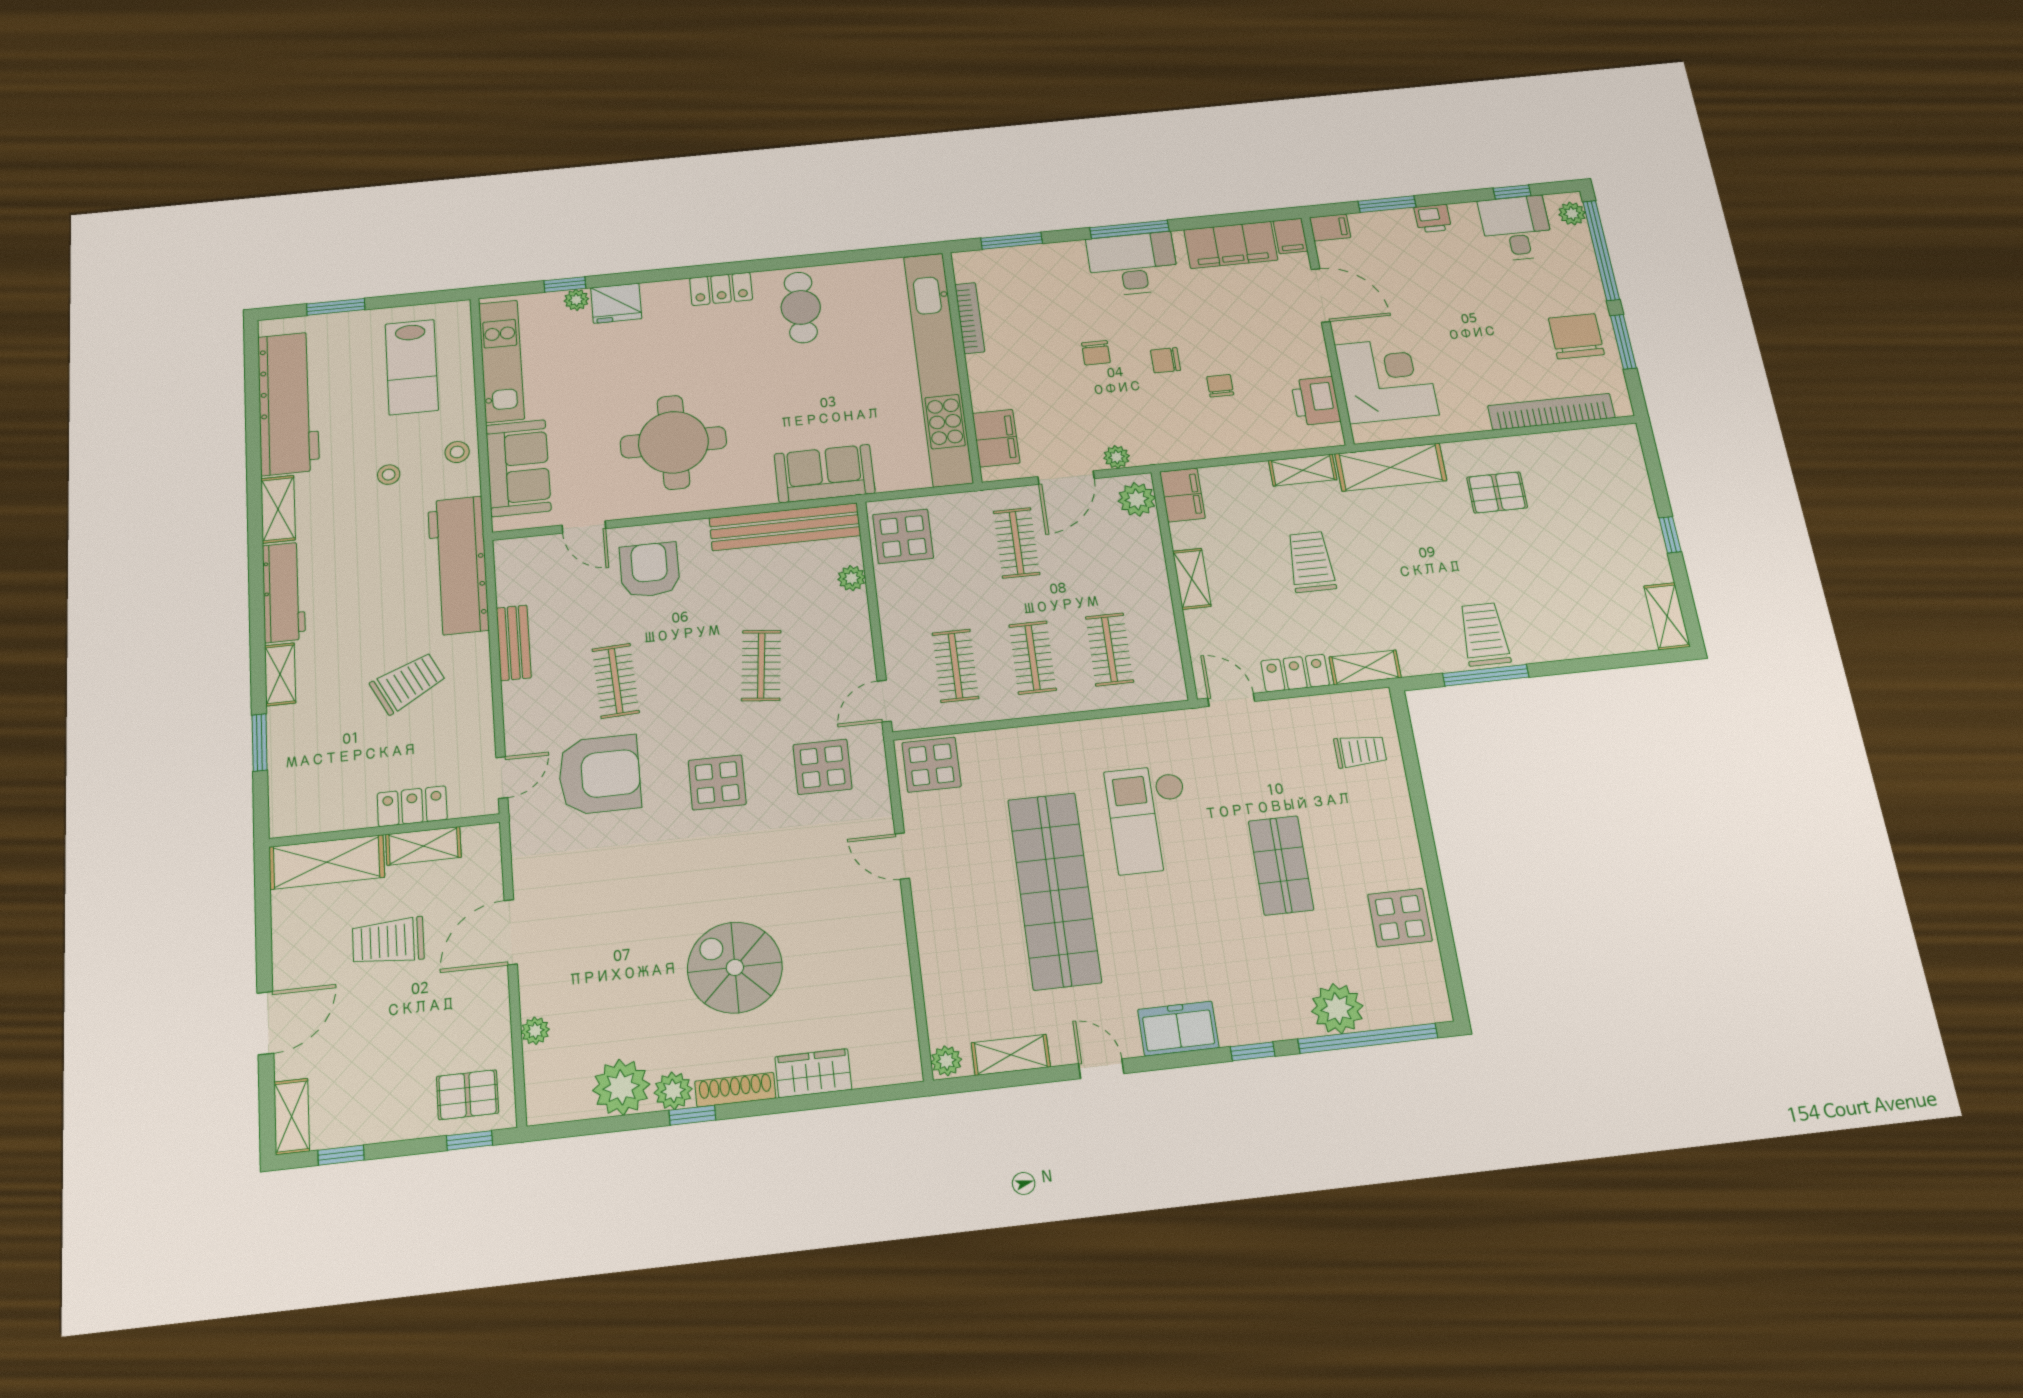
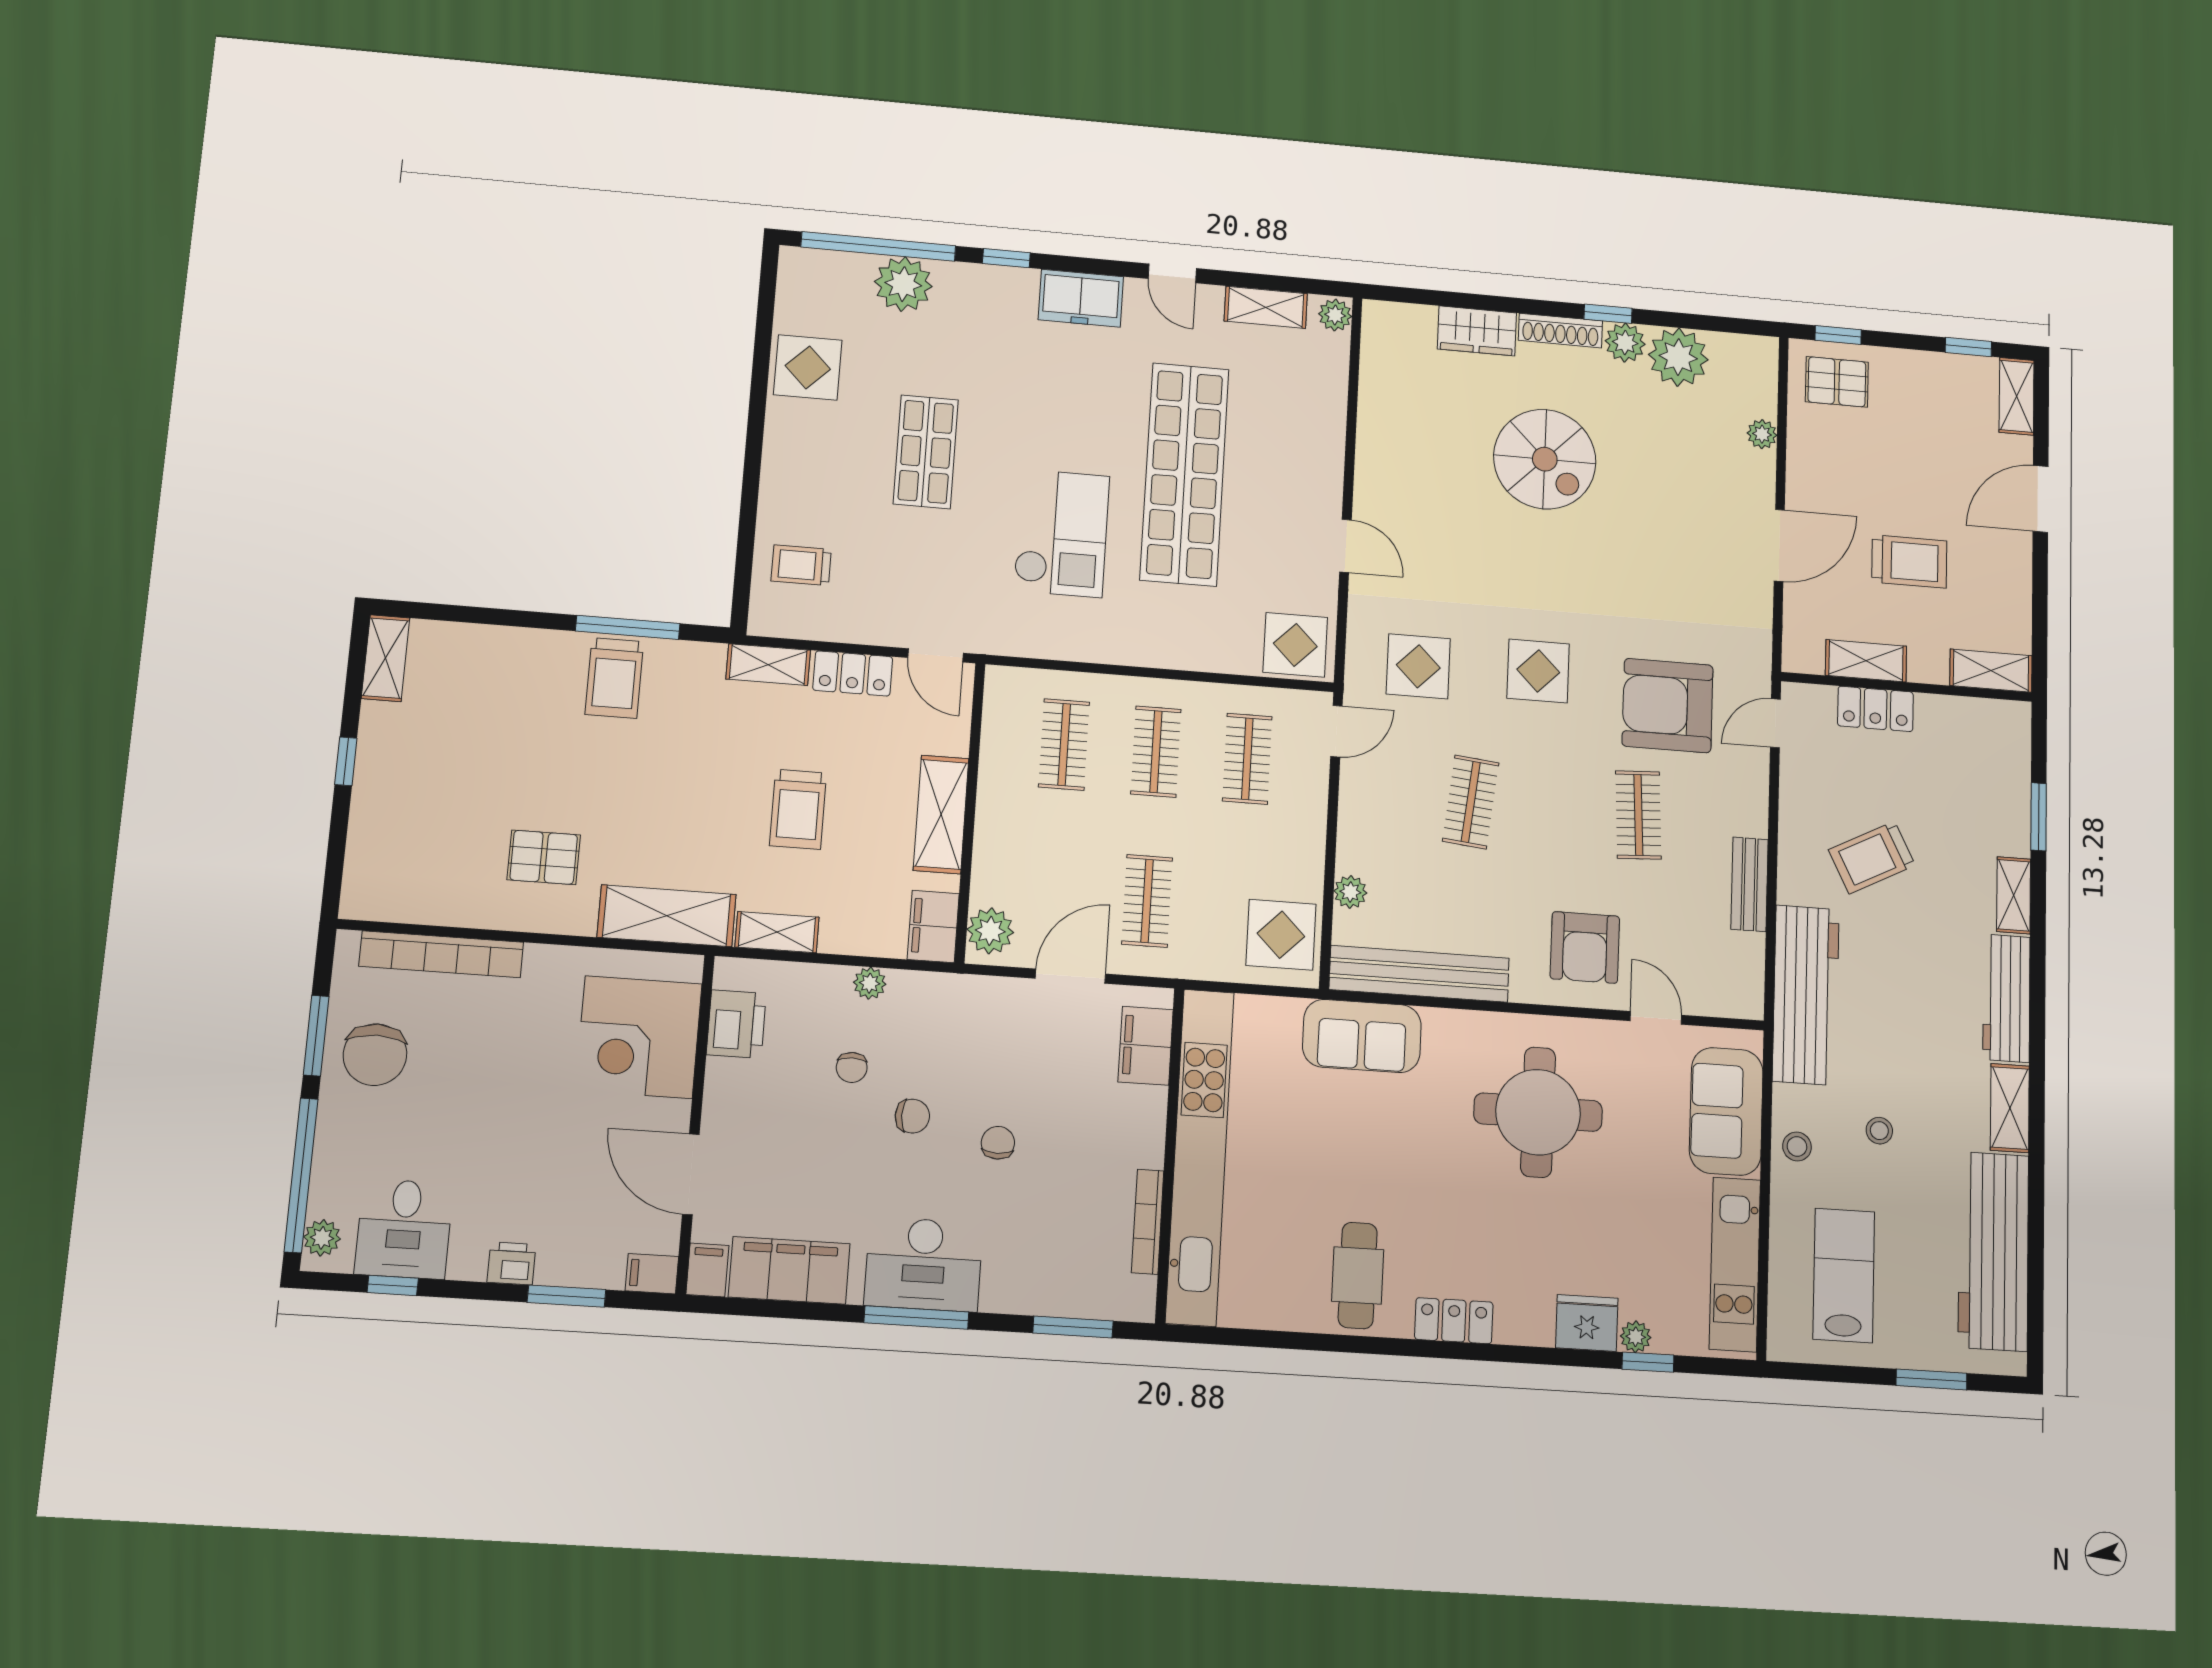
plant: (1117, 457) -> (870, 983), moved
shelving: (1192, 579) -> (941, 814), width x1.50, depth x1.33
shelving: (327, 862) -> (1991, 671), width x0.67, depth x0.75

